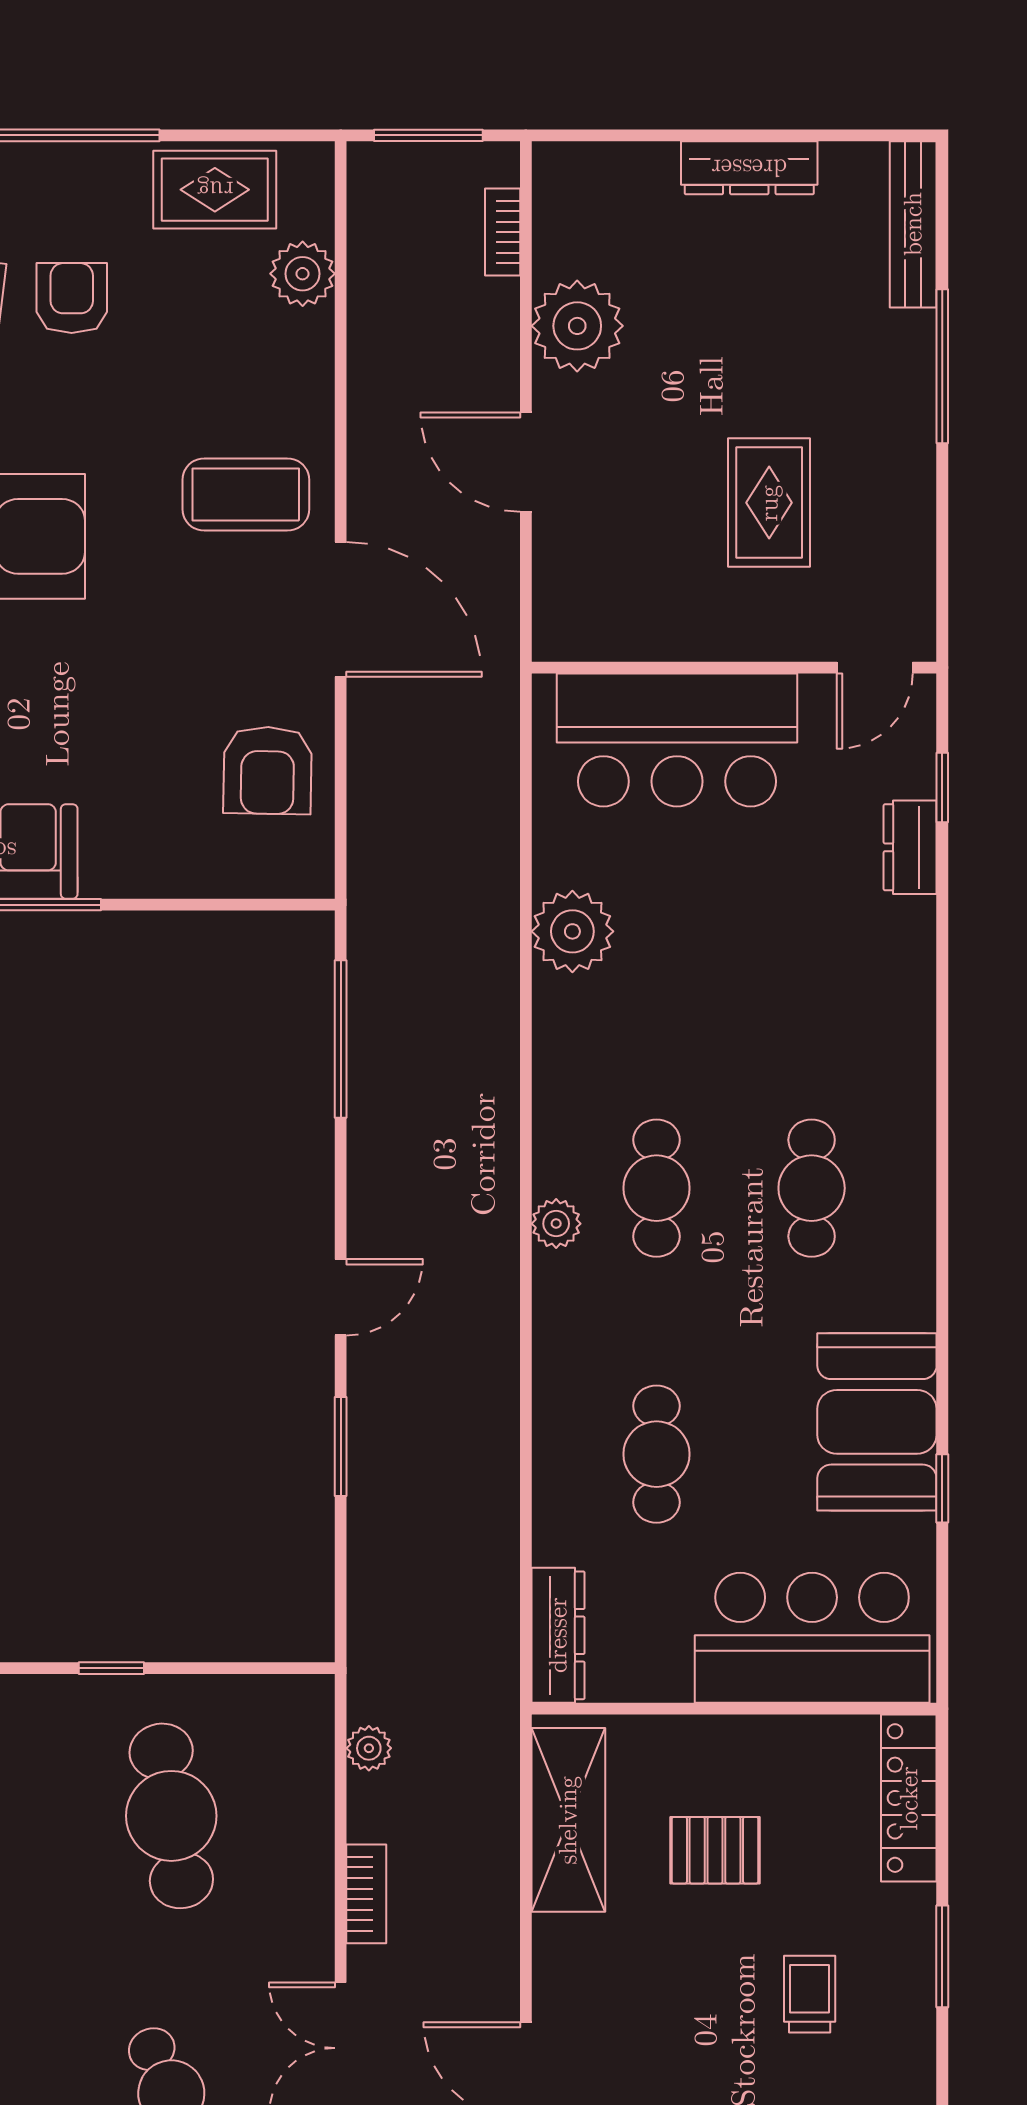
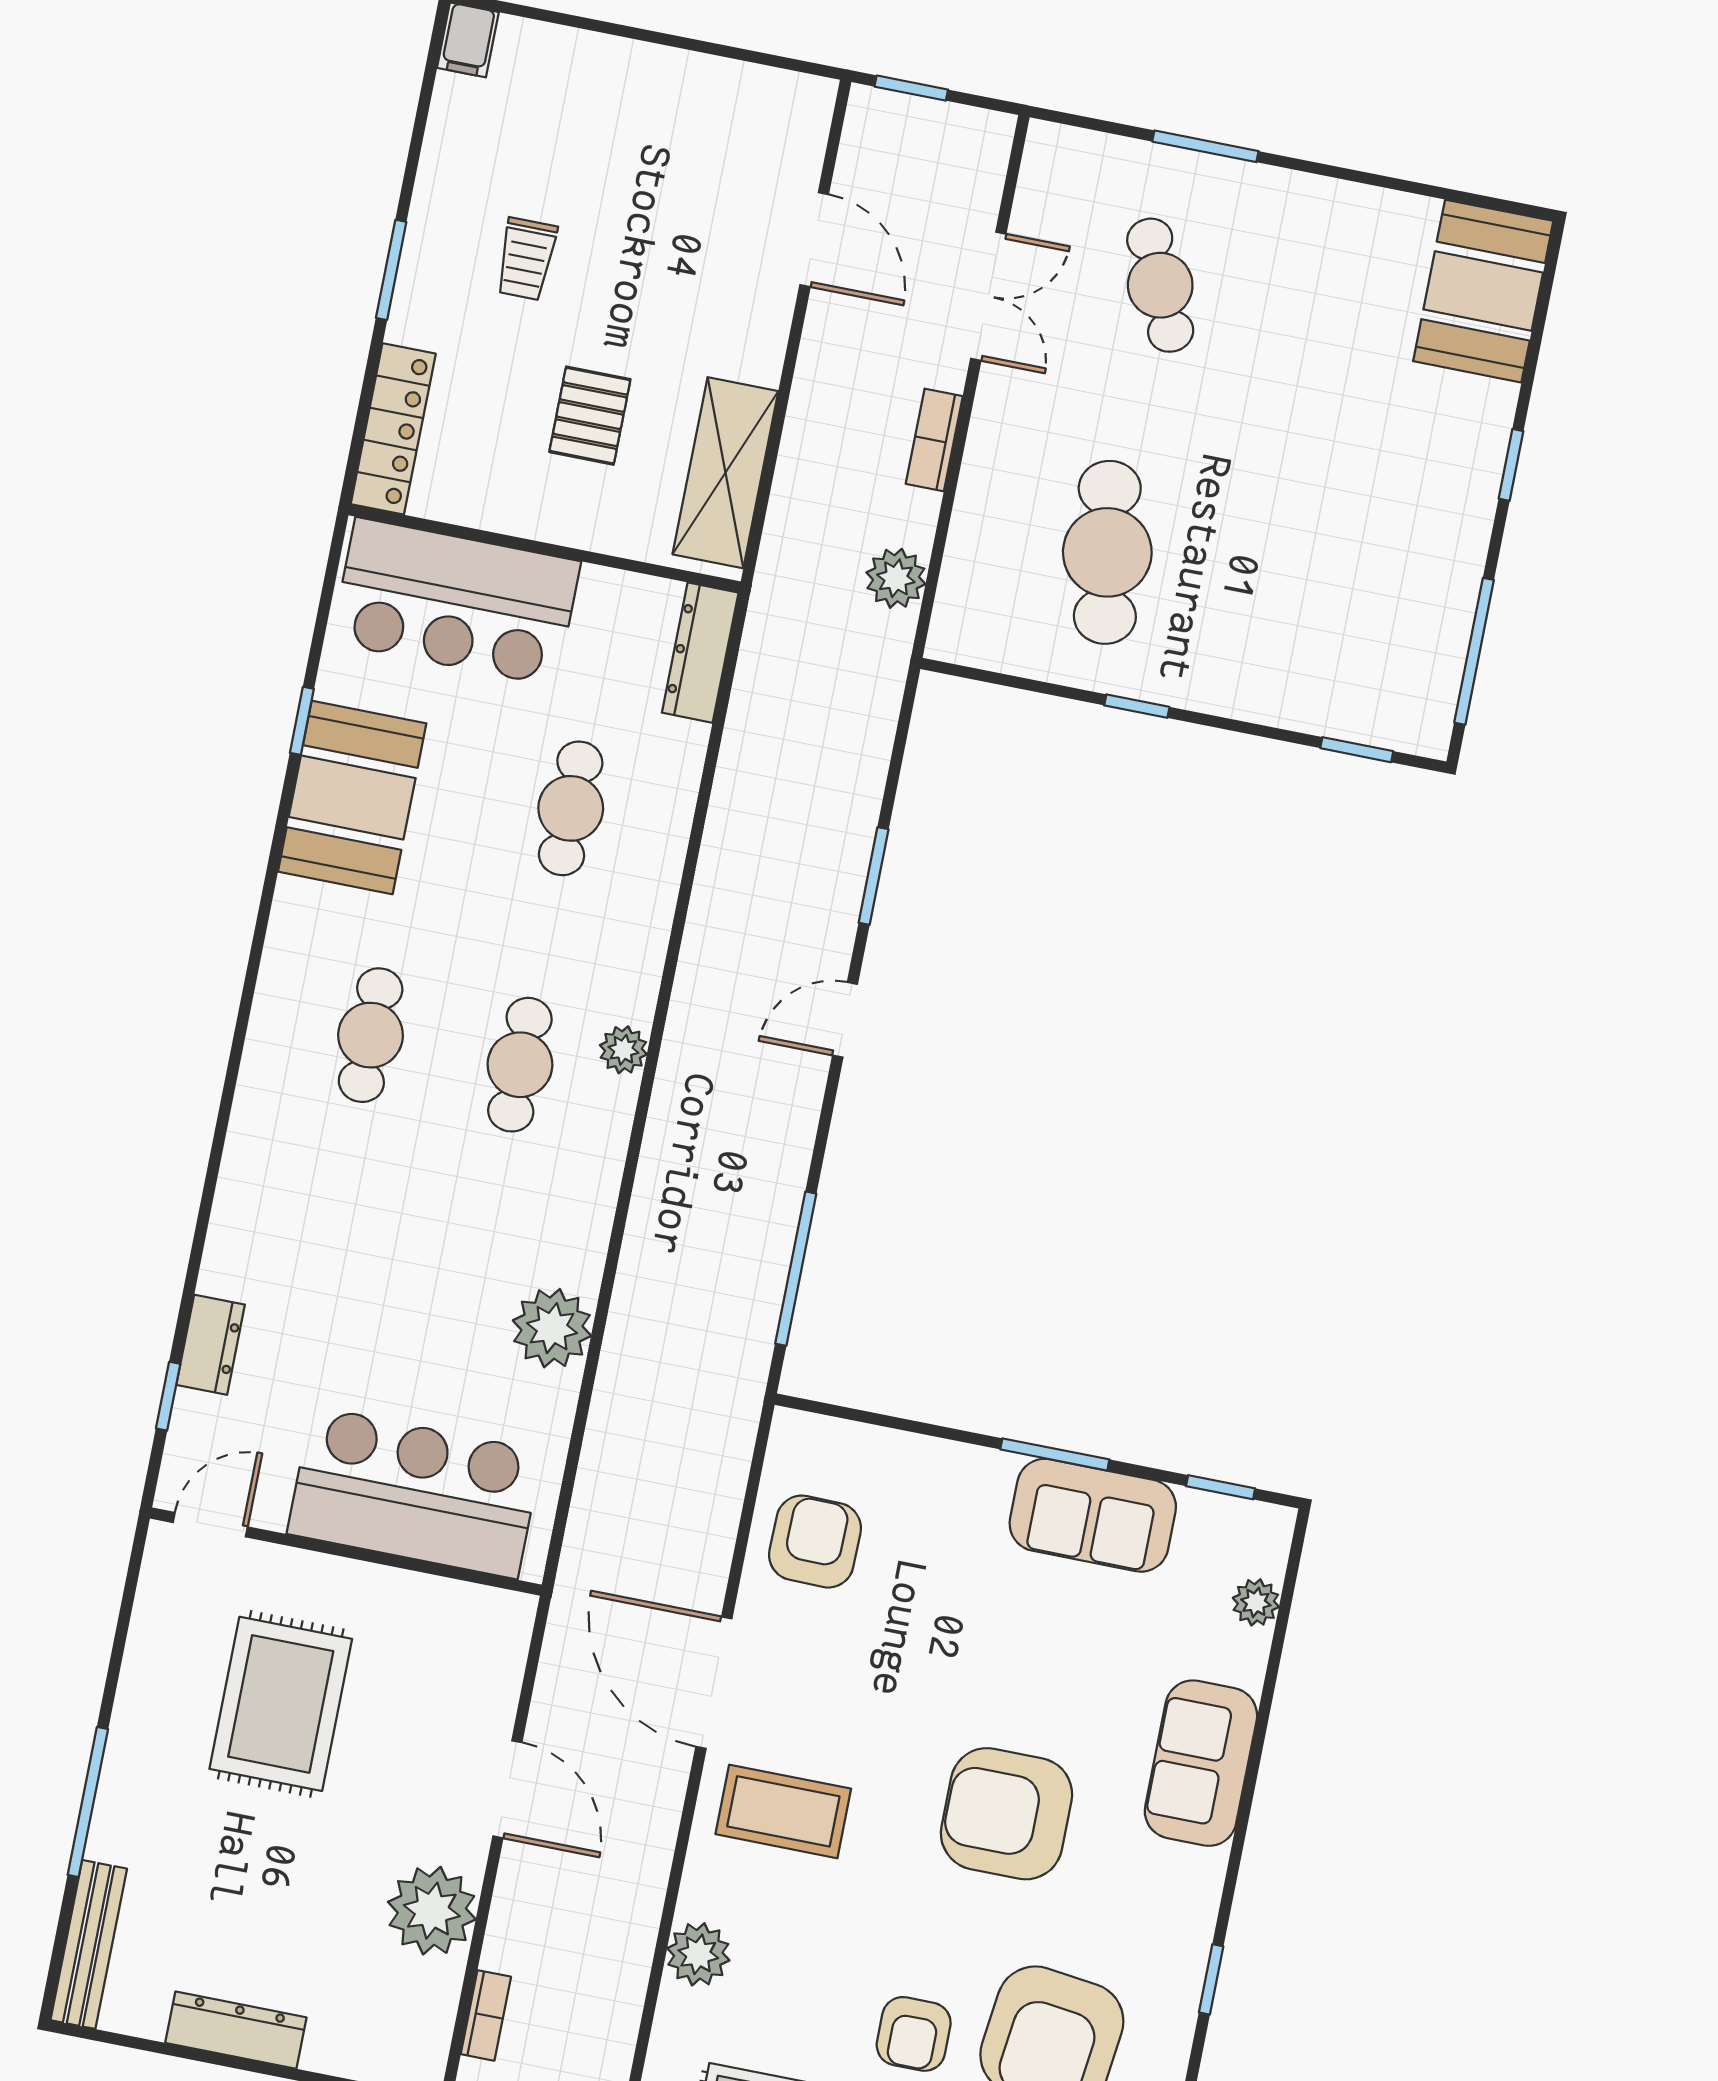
plant: (303, 274) -> (698, 1954), moved
rug: (769, 503) -> (281, 1704), width x1.36, depth x1.43
plant: (369, 1748) -> (896, 578), width x1.38, depth x1.38
pallet: (715, 1850) -> (590, 416), turned 90

